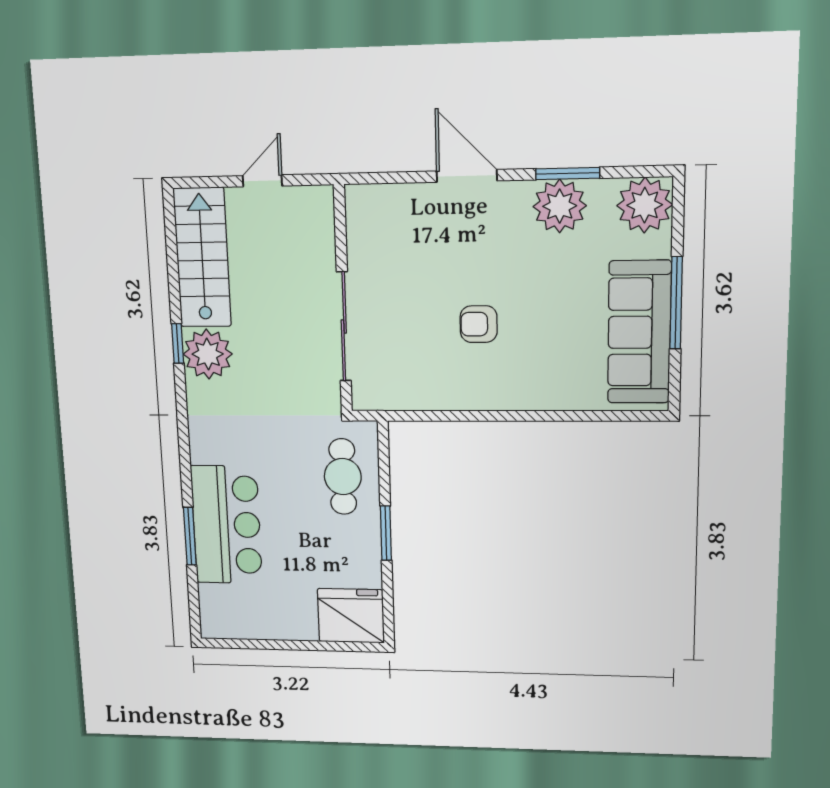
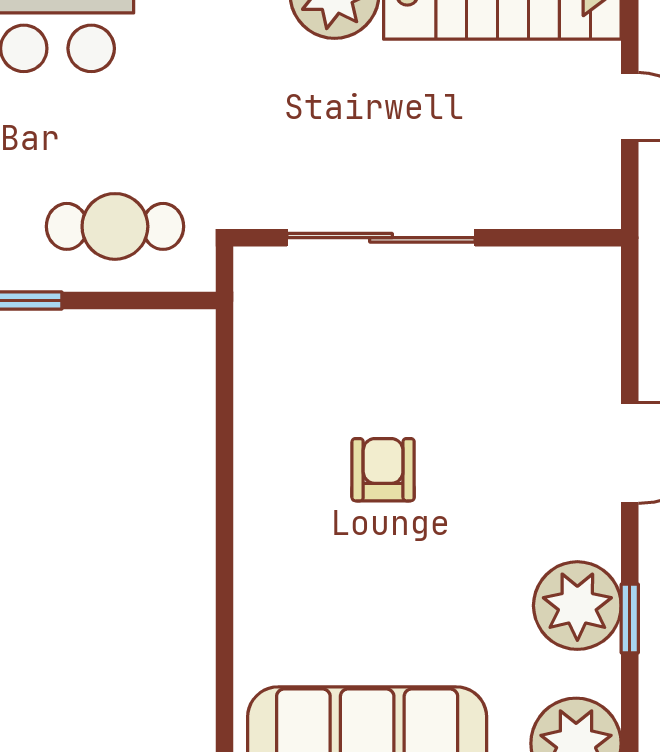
window: (568, 173) -> (630, 618), width x0.67

